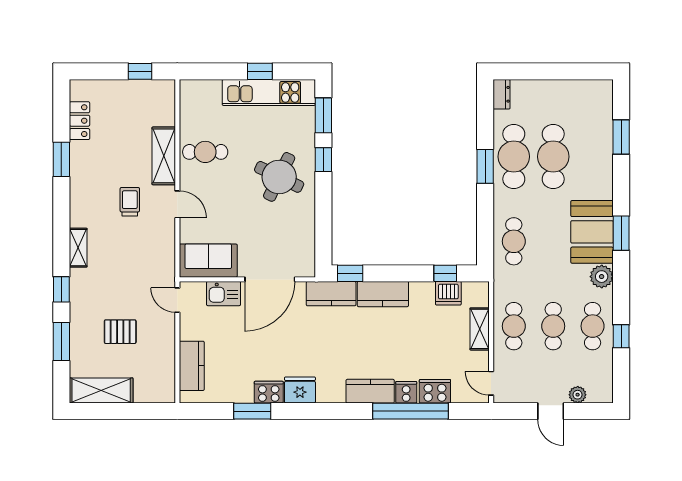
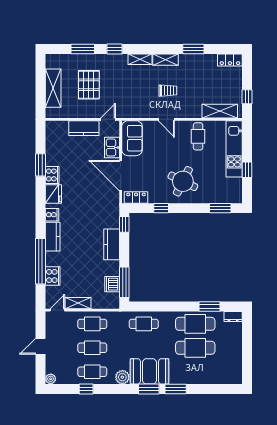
kitchen unit: (269, 92) -> (234, 149), moved
locker: (80, 121) -> (230, 60), moved
window: (621, 137) -> (176, 389), moved
shelving: (164, 156) -> (220, 111), moved
window: (323, 160) -> (161, 208), moved
window: (485, 166) -> (209, 306), moved
door: (177, 204) -> (166, 119), hinge flipped
shelving: (79, 206) -> (165, 60), added
locker: (306, 254) -> (136, 197), added
window: (445, 273) -> (124, 282), width x2.17
kitchen counter: (331, 294) -> (112, 213), removed
shelving: (480, 329) -> (78, 303), moved
pallet: (120, 332) -> (89, 85), width x1.50, depth x1.42
kitchen counter: (192, 366) -> (84, 128), moved
shelving: (101, 391) -> (53, 88), moved
cooker: (406, 392) -> (52, 215), moved
plant: (578, 395) -> (51, 379), moved

